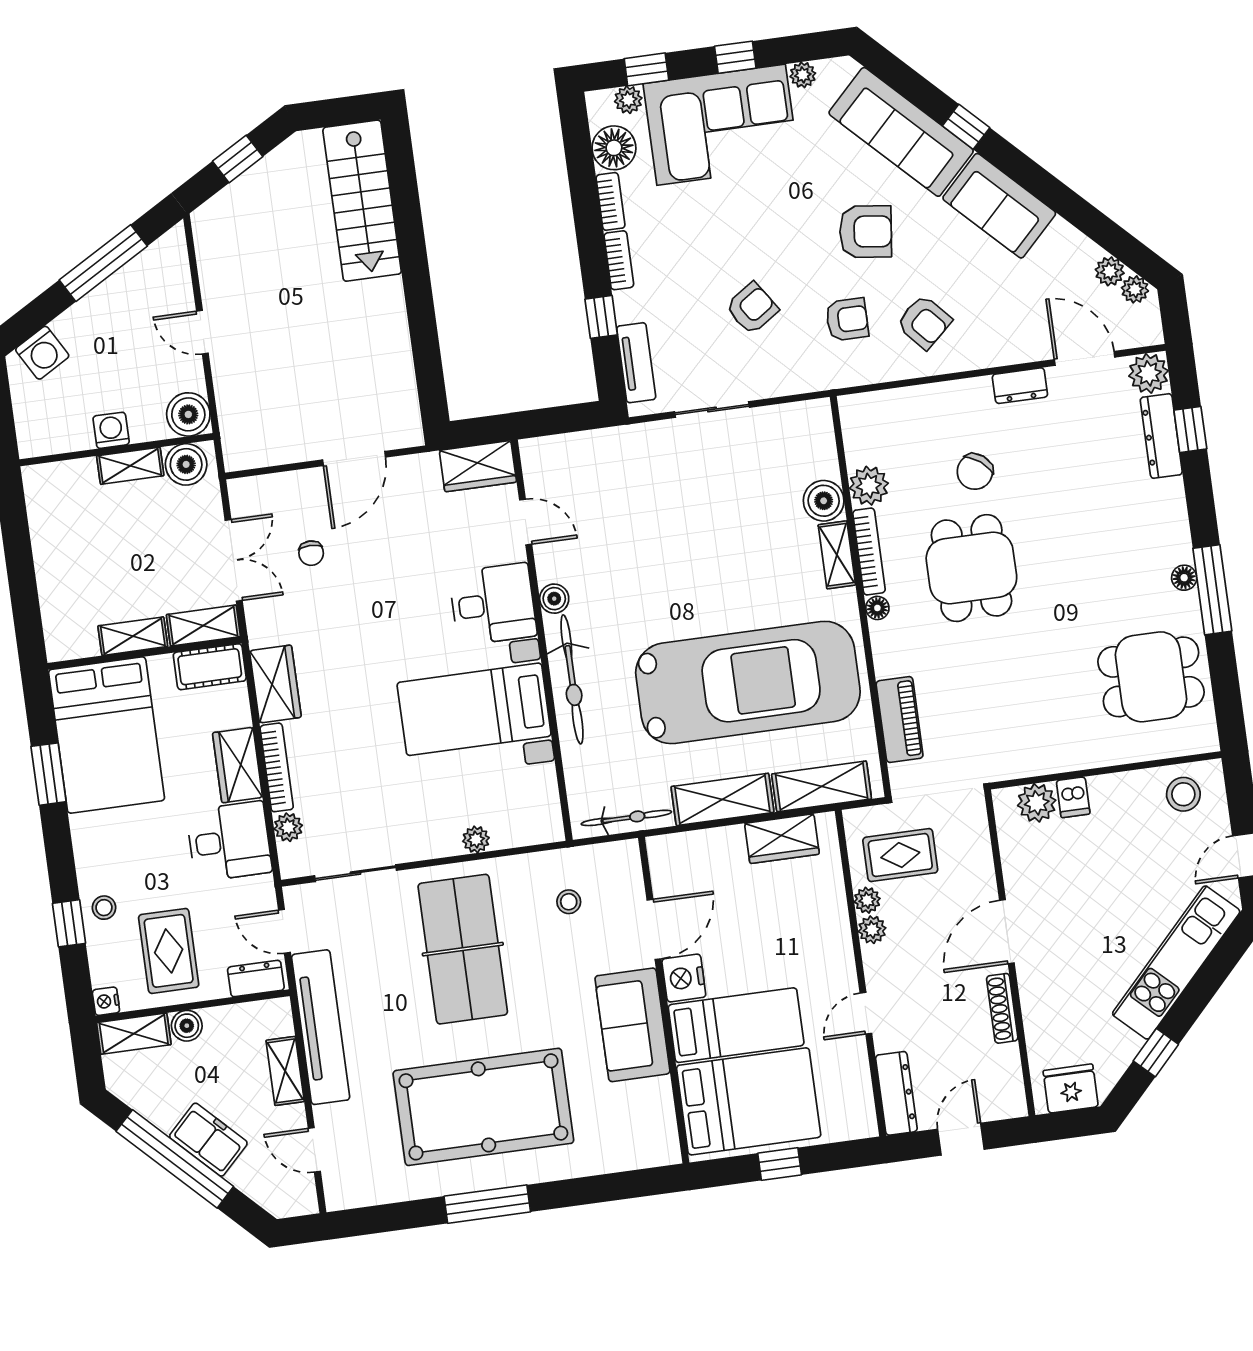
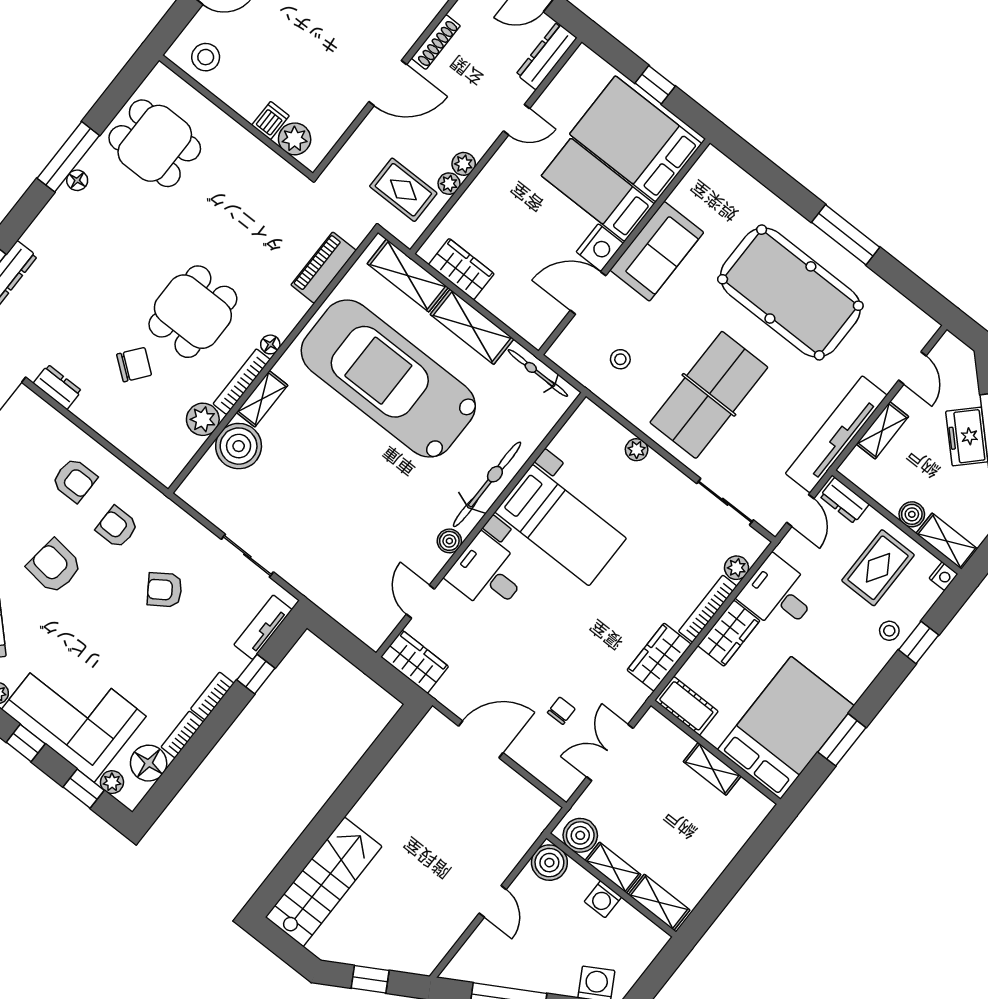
armchair: (924, 322) -> (75, 480), turned 132
boiler: (824, 501) -> (239, 446), width x1.37, depth x1.37
shelving: (203, 626) -> (659, 902), moved

